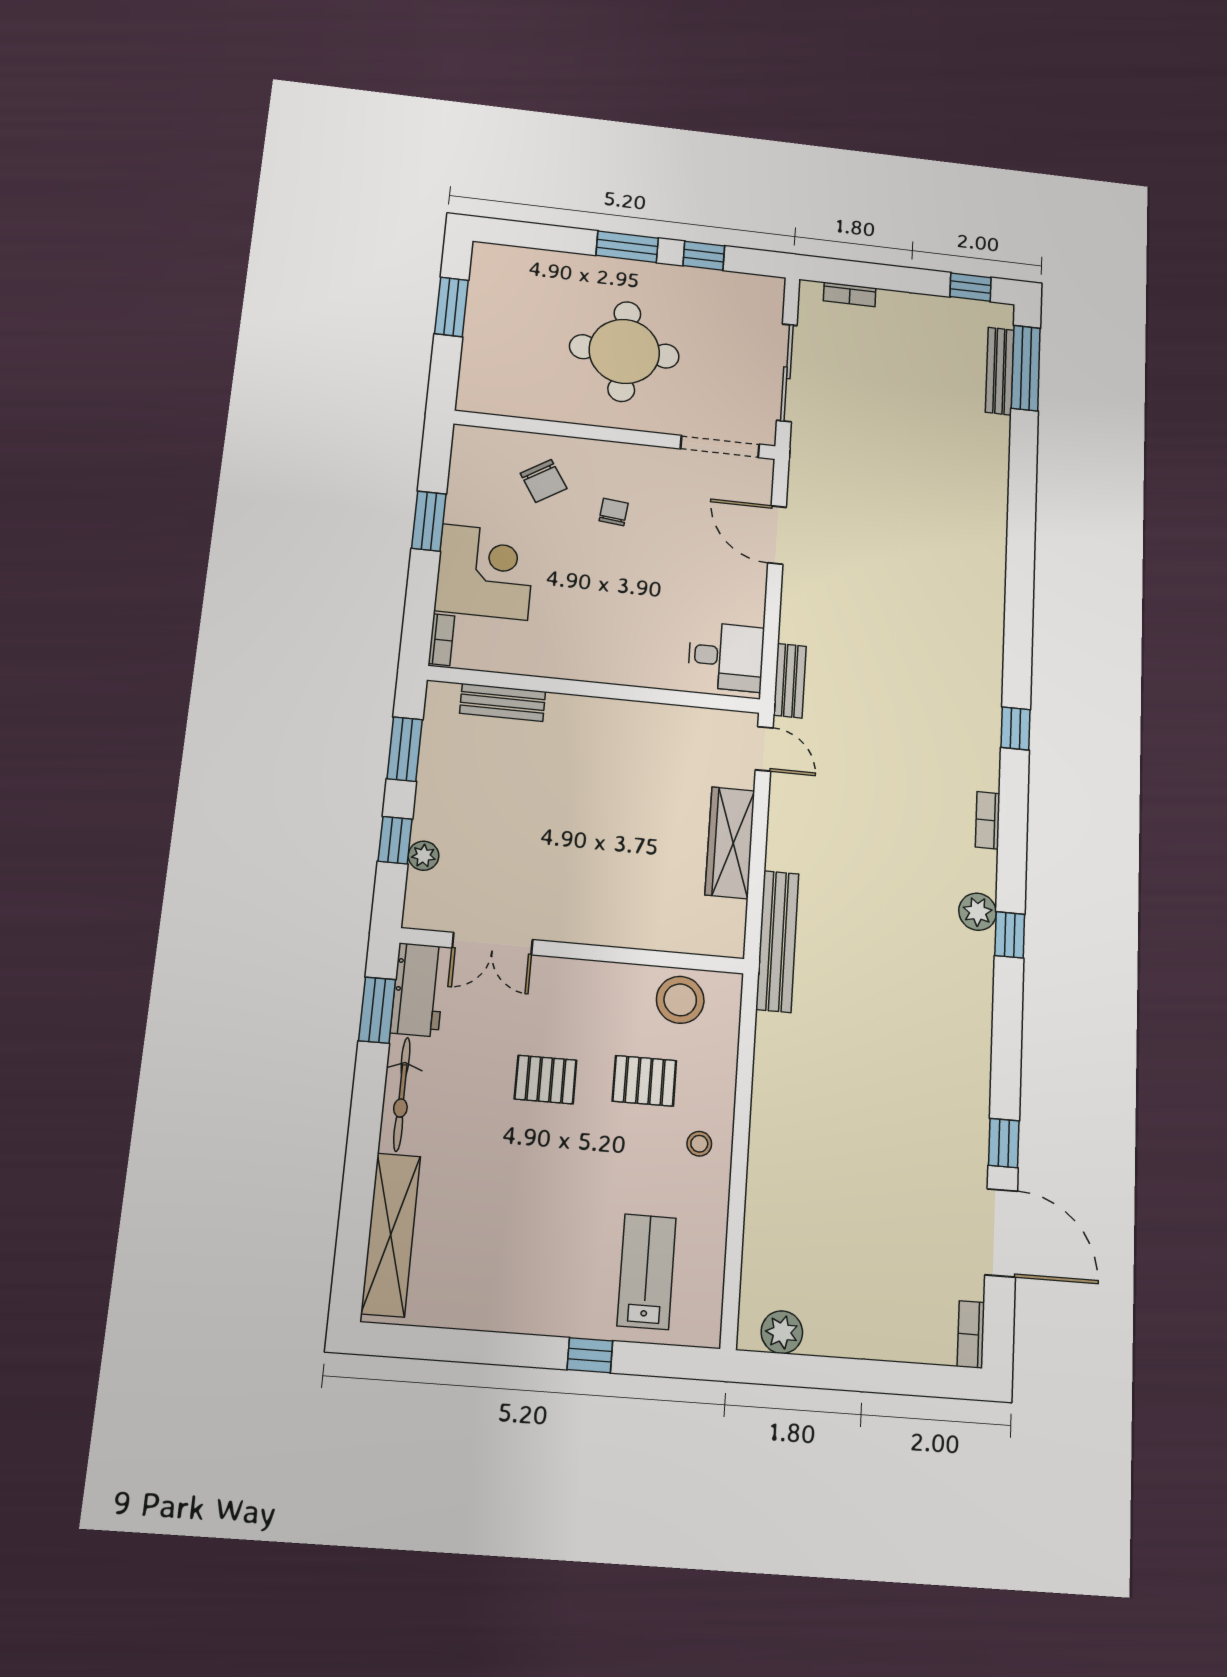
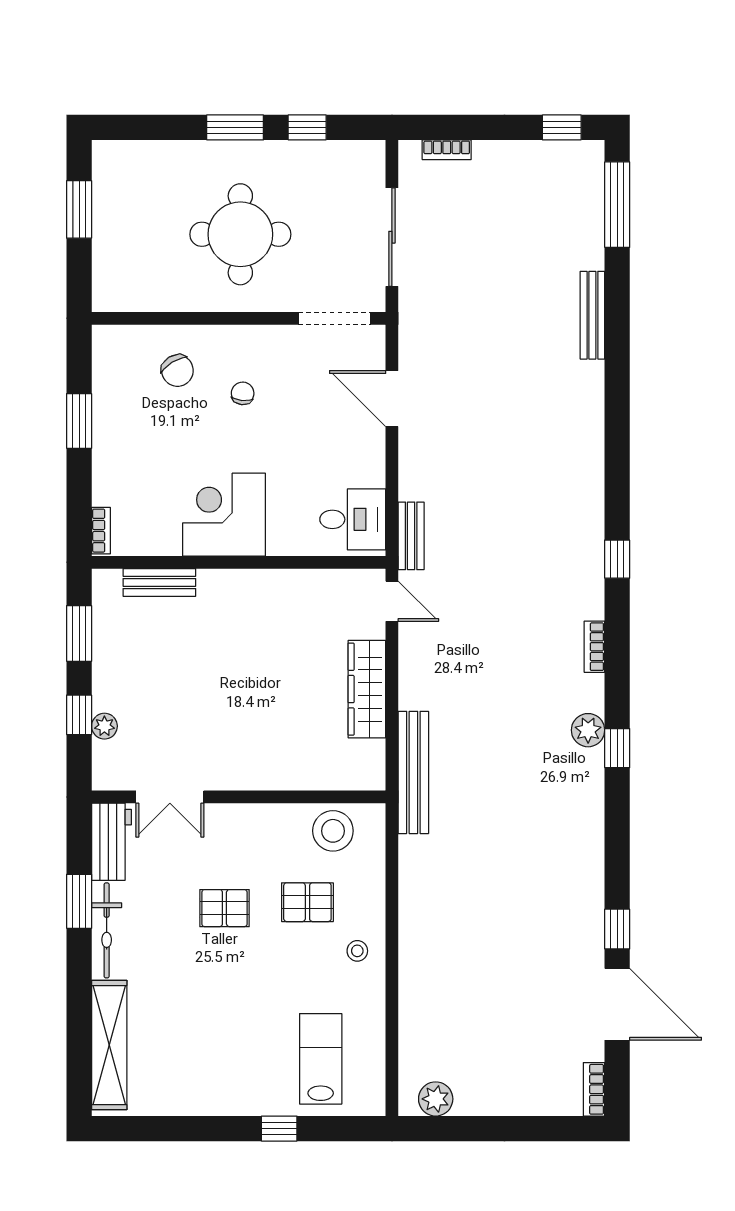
bench: (1000, 371) -> (592, 315), moved
corner desk: (485, 572) -> (224, 515), moved, turned -90
window: (377, 1010) -> (79, 901), moved

